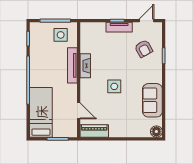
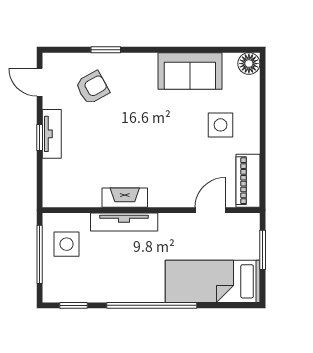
side table: (114, 86) -> (220, 125), moved

